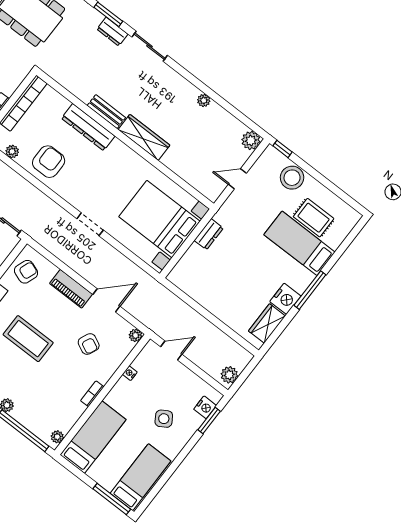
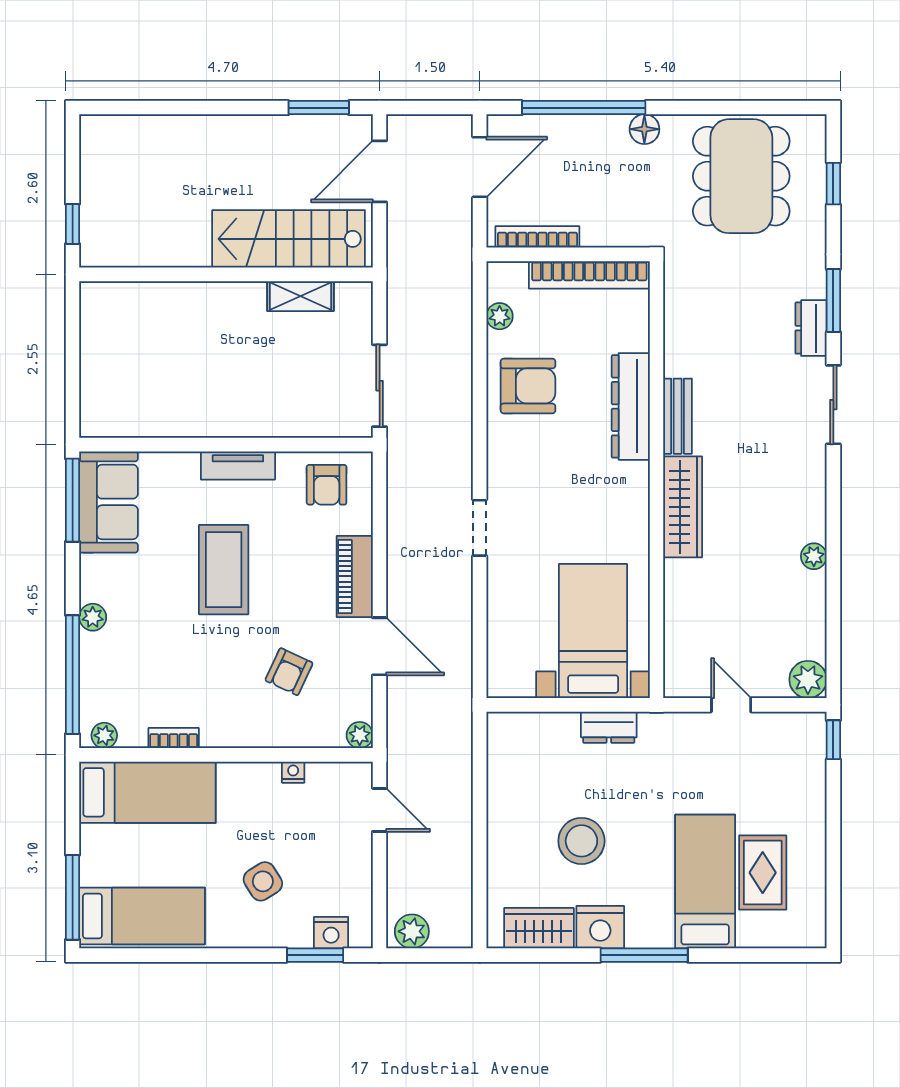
stool: (292, 178) -> (581, 841), moved
bed with nightstands: (159, 219) -> (593, 631), width x0.73
armchair: (26, 272) -> (327, 485), turned 70
bookcase: (92, 394) -> (174, 738), moved

